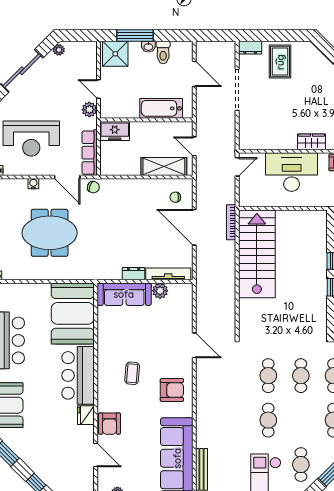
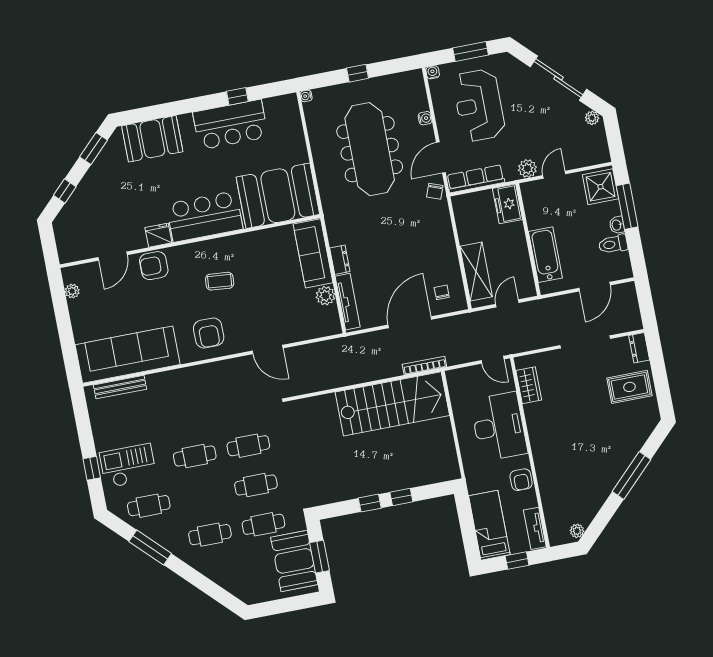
wardrobe: (312, 142) -> (529, 385), moved
meeting table: (50, 233) -> (370, 149), width x1.36
door: (194, 345) -> (268, 350), hinge flipped

